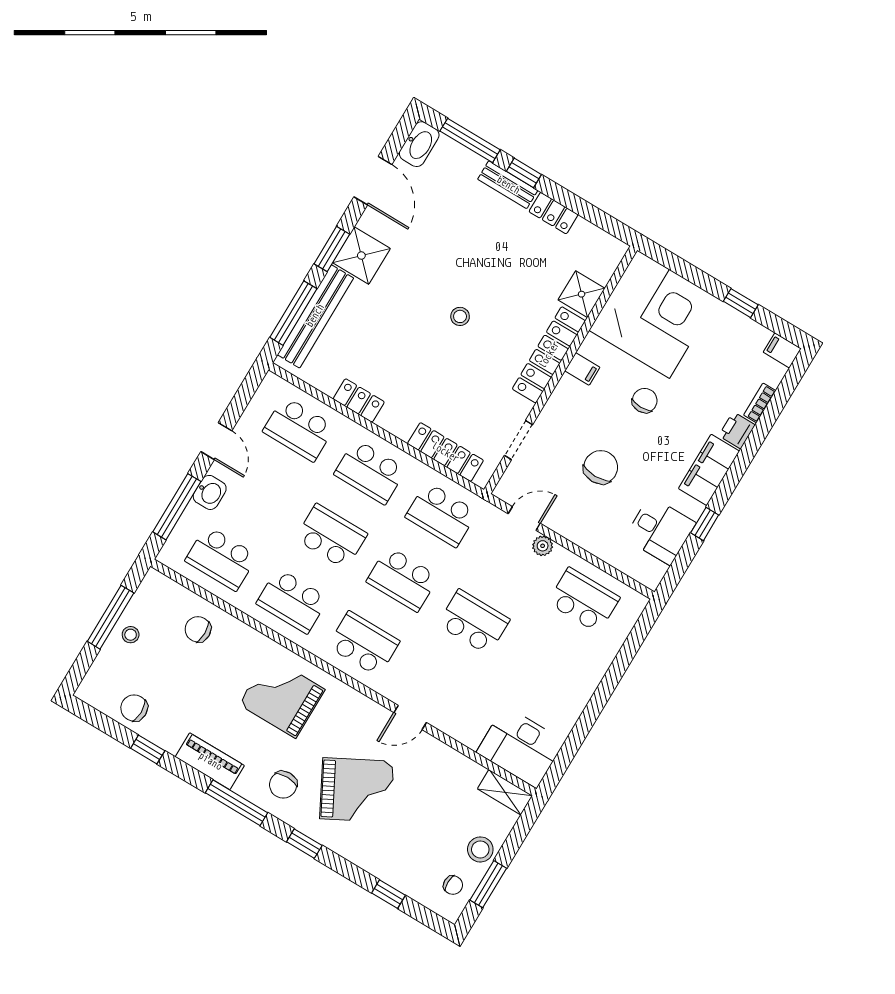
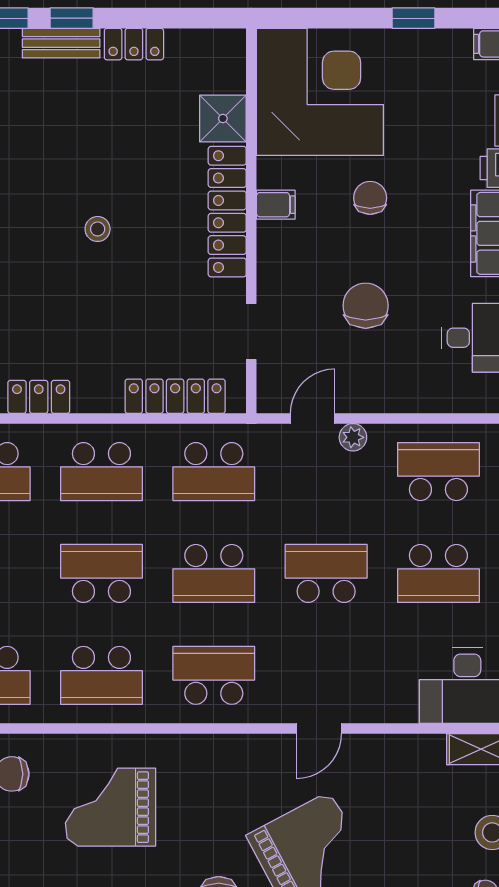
school desk: (545, 665) -> (438, 573), added
grand piano: (282, 697) -> (110, 807), moved

